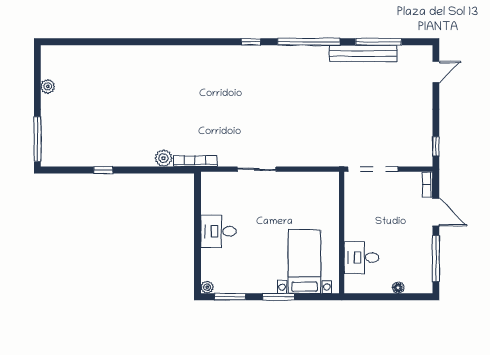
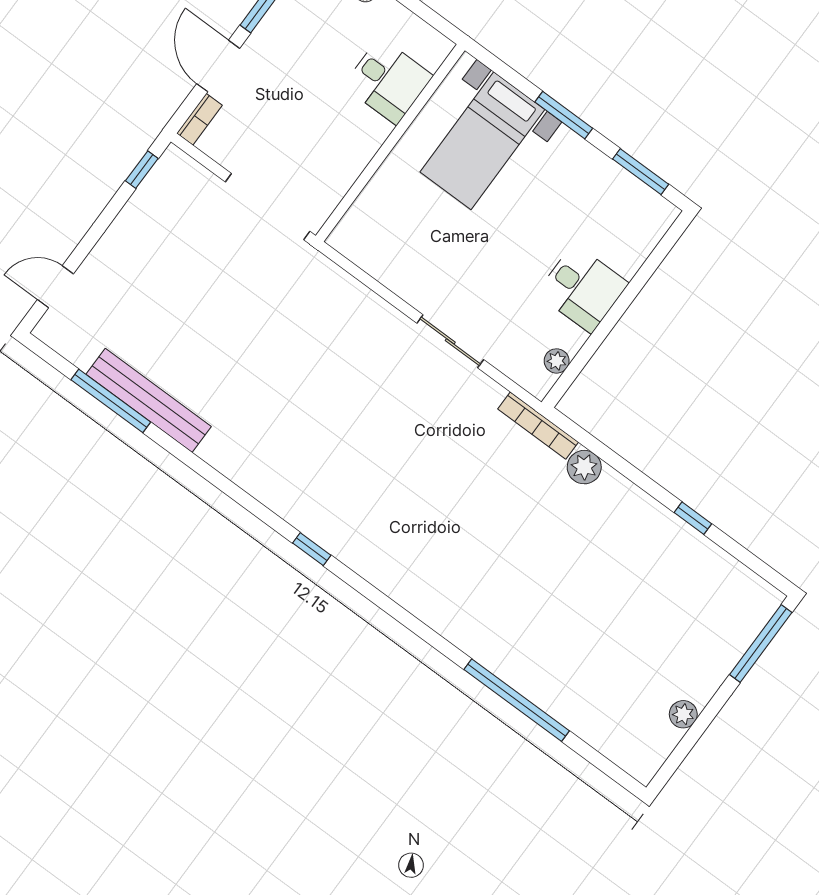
window: (309, 42) -> (517, 700), moved
plant: (207, 287) -> (557, 361), moved

